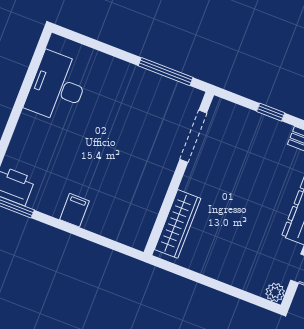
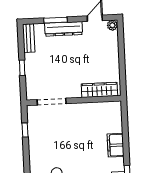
window: (166, 72) -> (25, 130), width x0.46
filing cabinet: (75, 210) -> (116, 145), width x2.00

